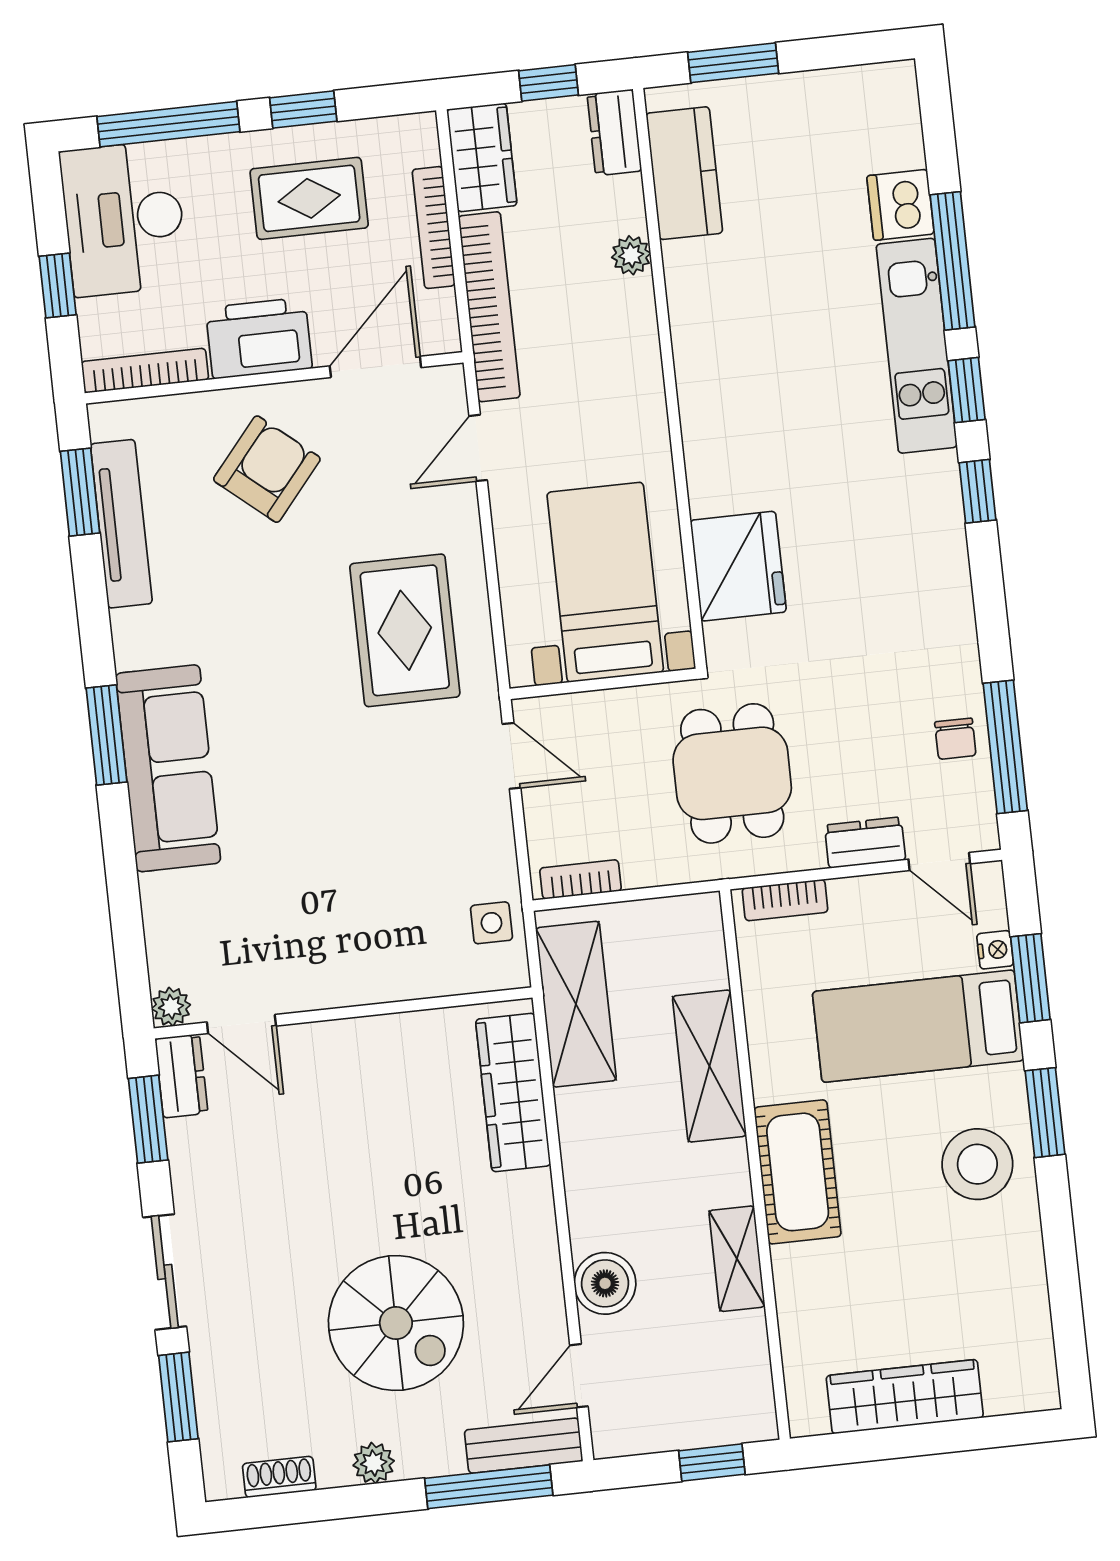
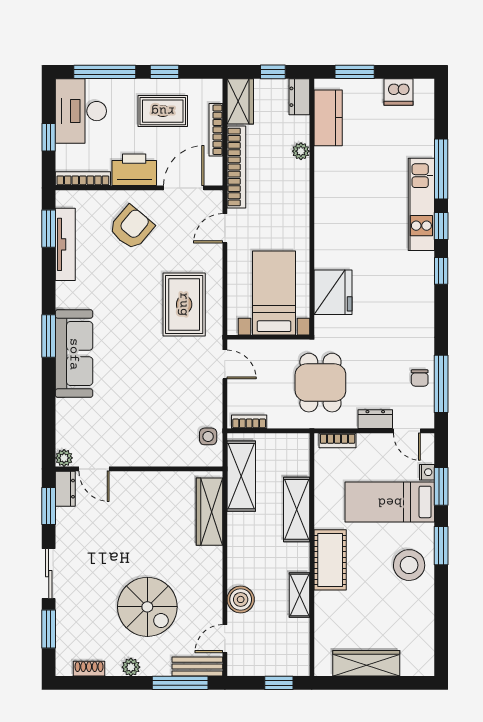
dishwasher: (900, 205) -> (398, 92), moved, turned -90

